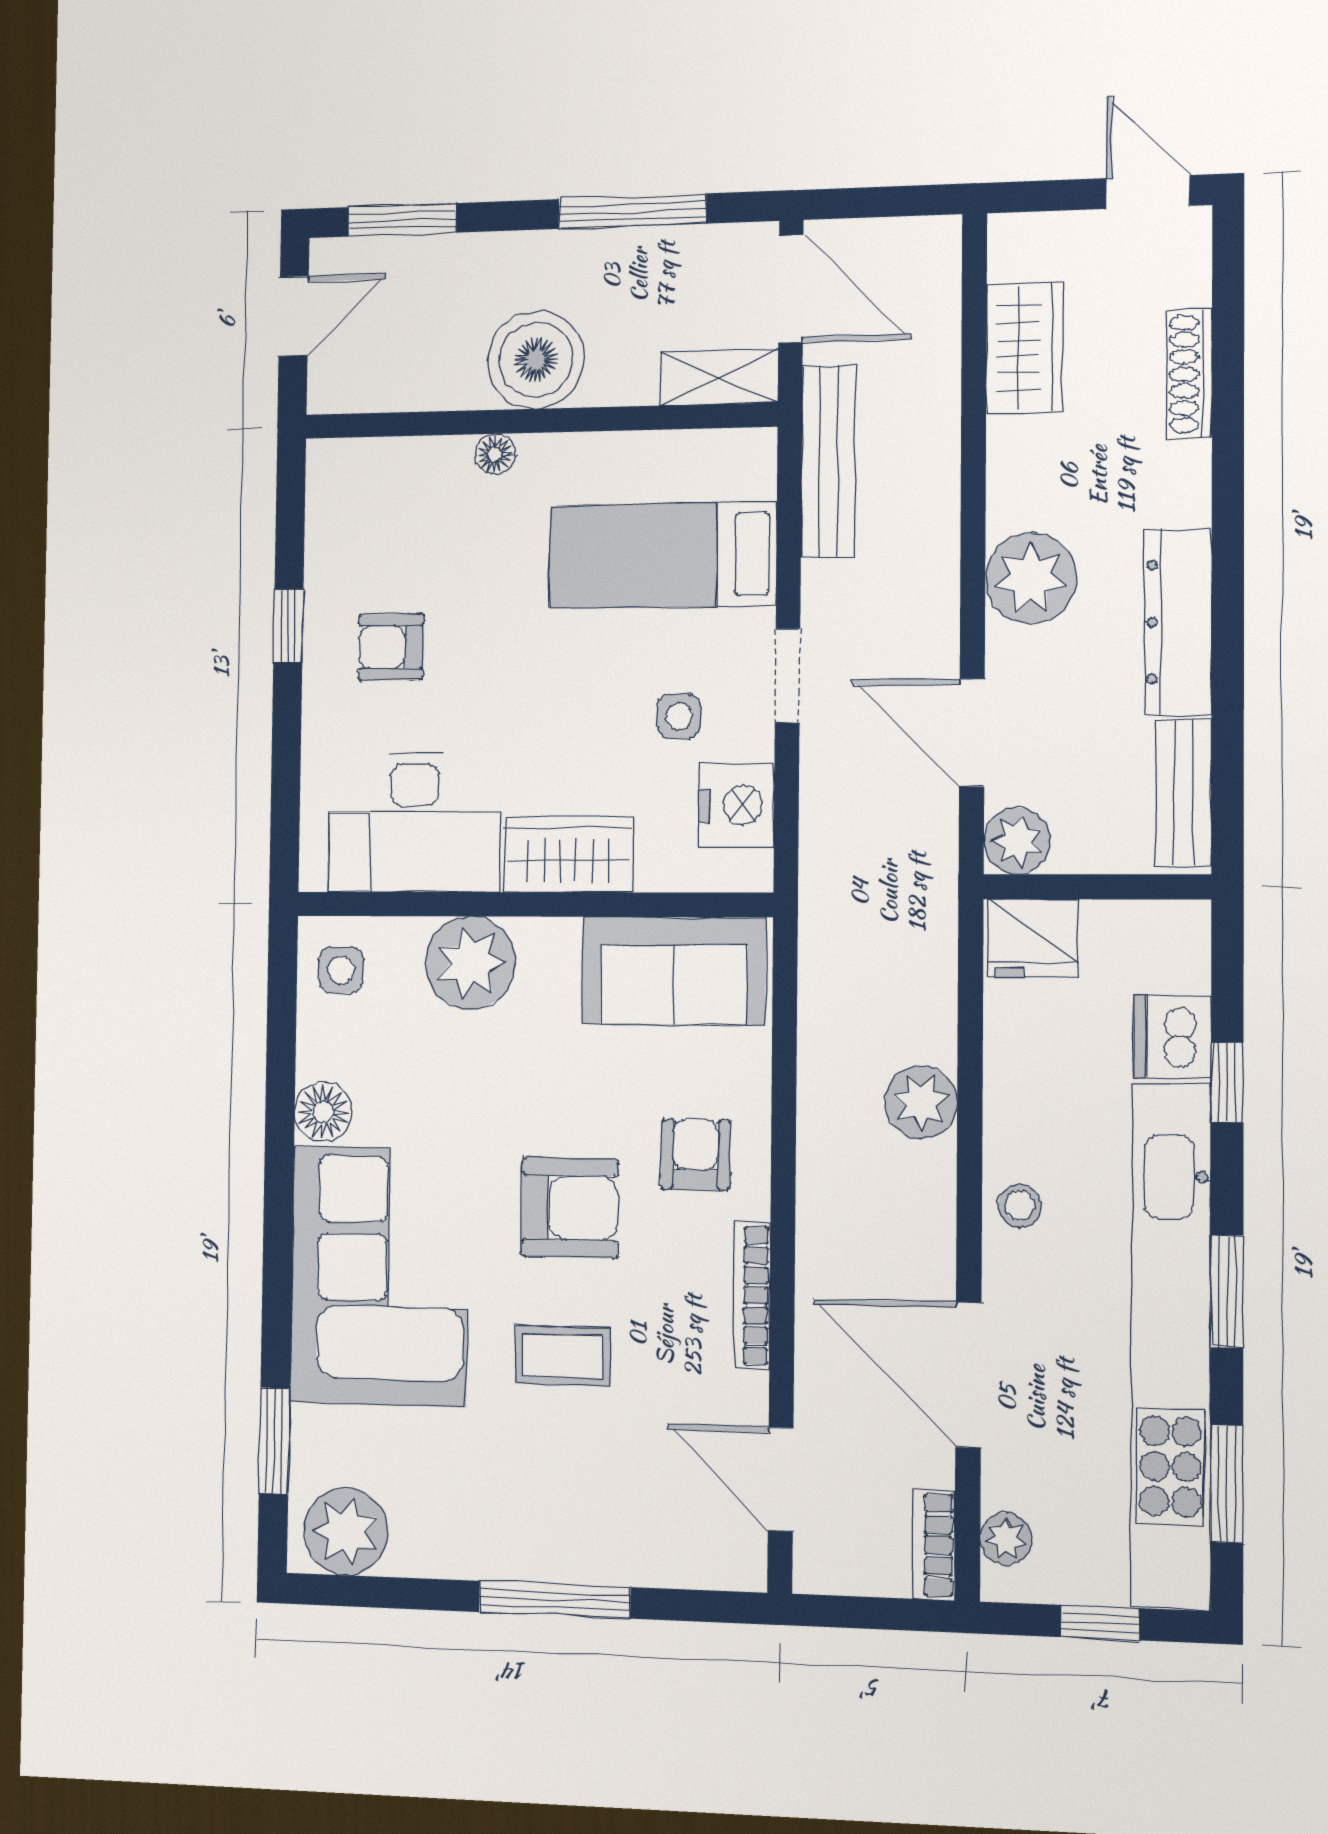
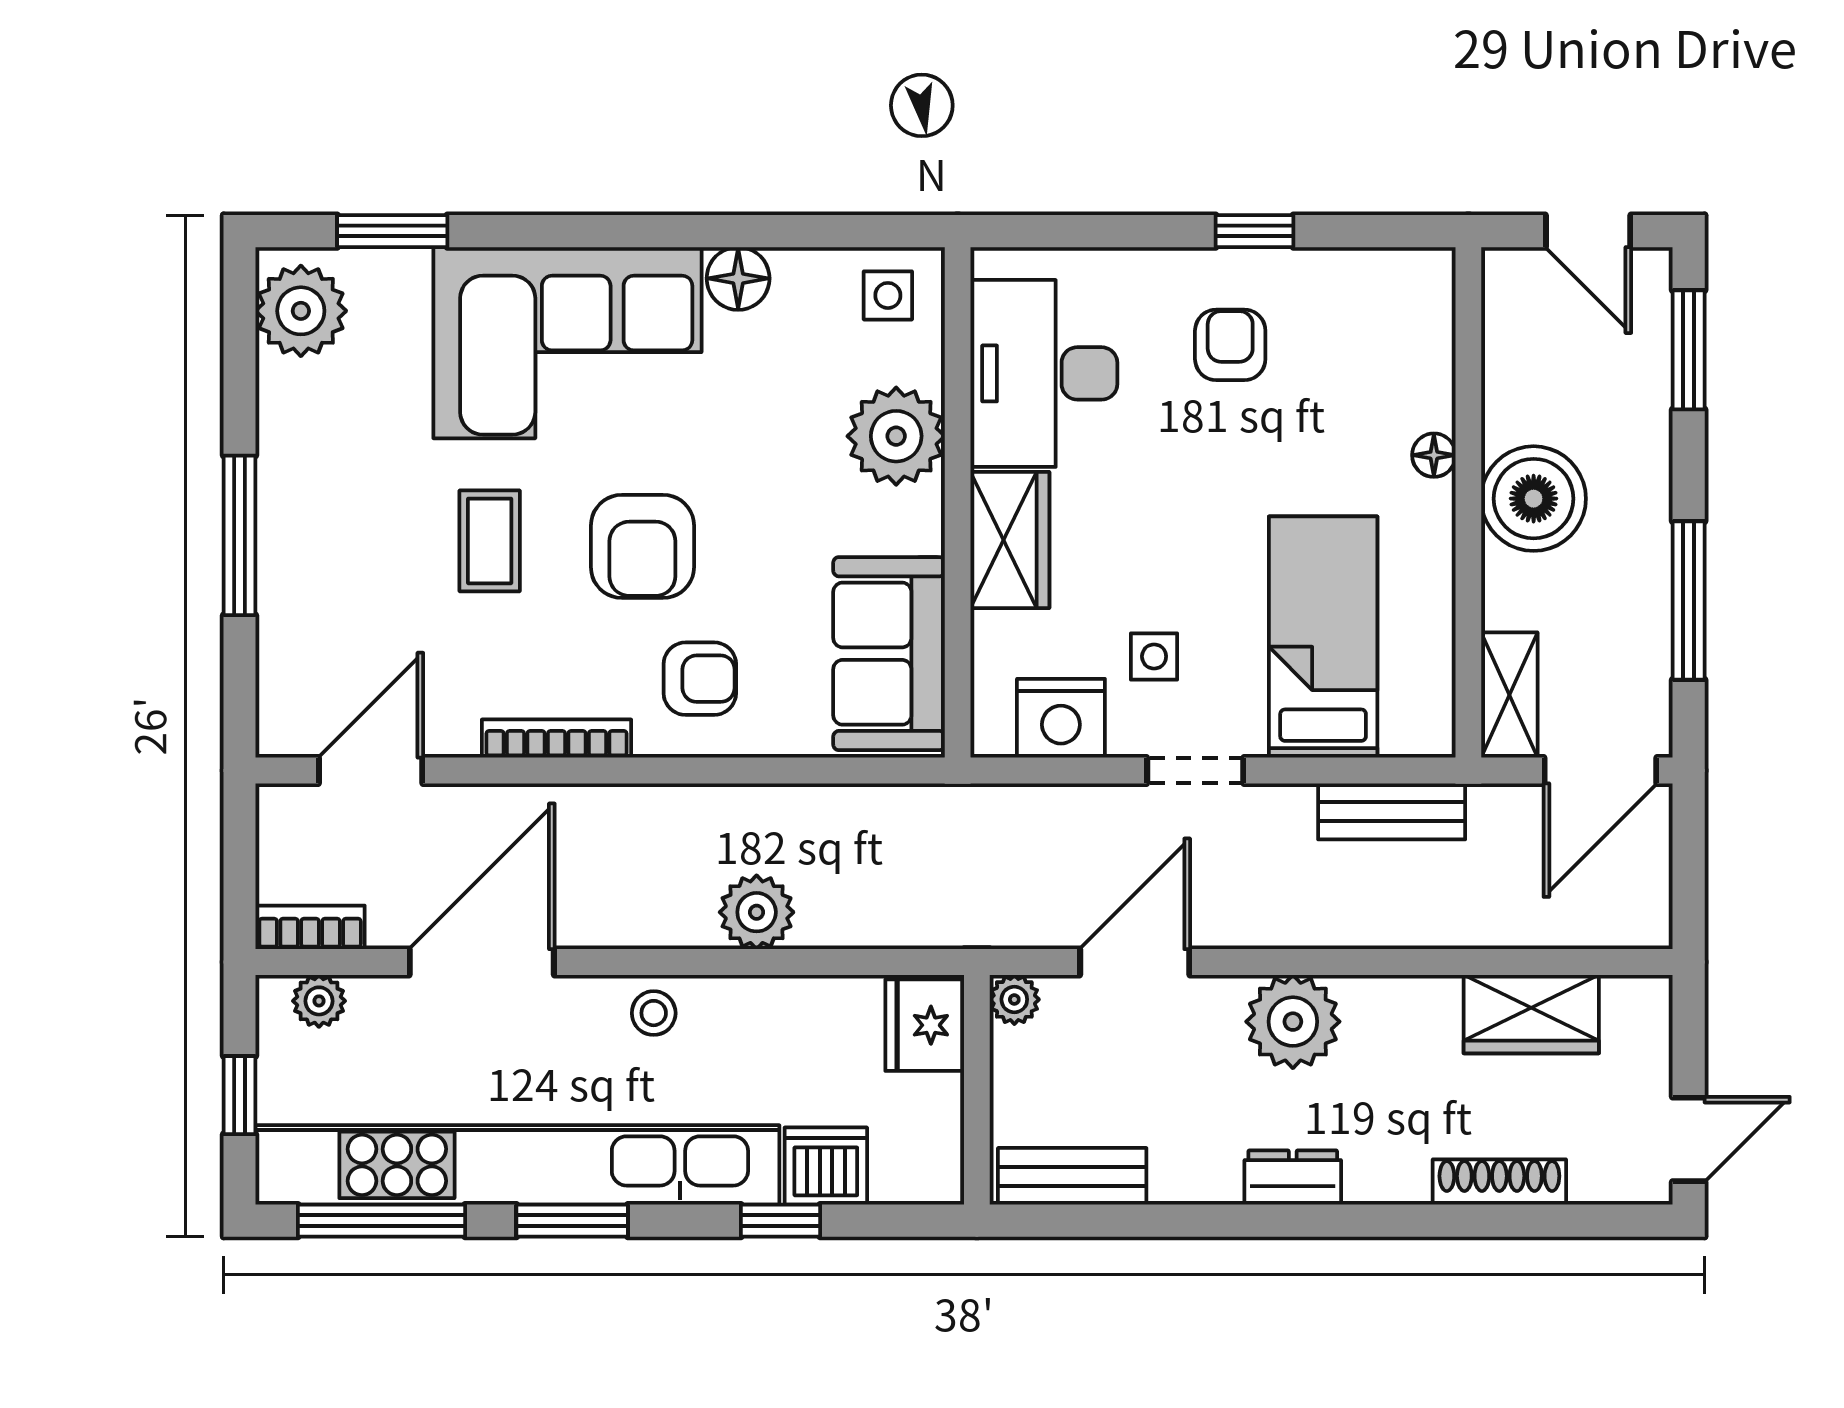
bench: (828, 461) -> (1392, 811), width x0.73
dresser: (1178, 622) -> (1293, 1177), width x0.51, depth x0.80
plant: (1017, 841) -> (1014, 999), width x0.73, depth x0.73
window: (1227, 1484) -> (382, 1221), width x1.44

